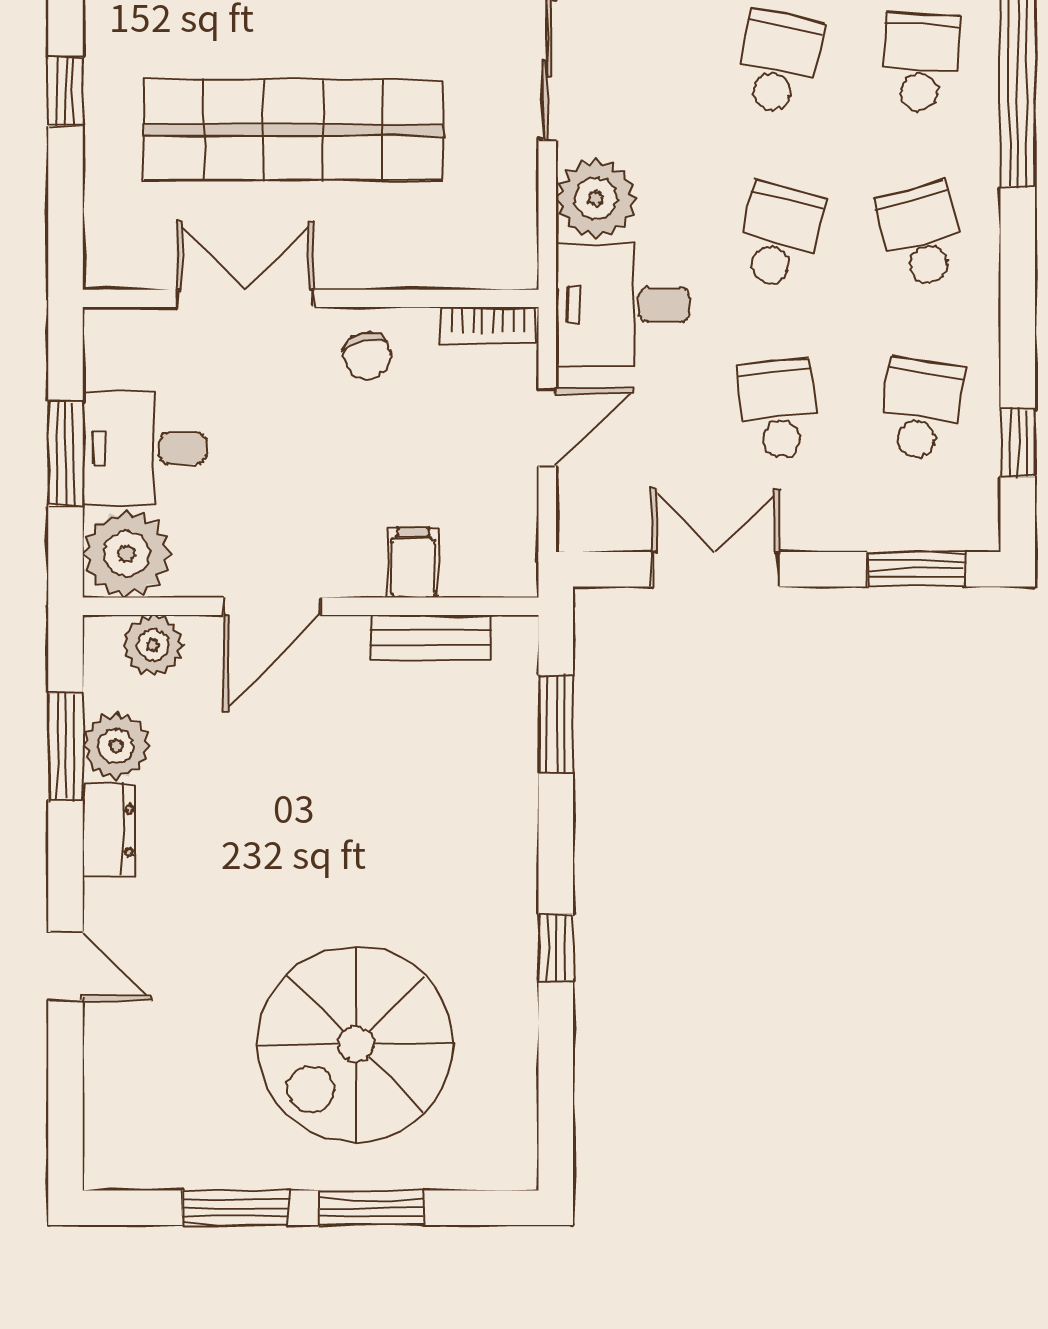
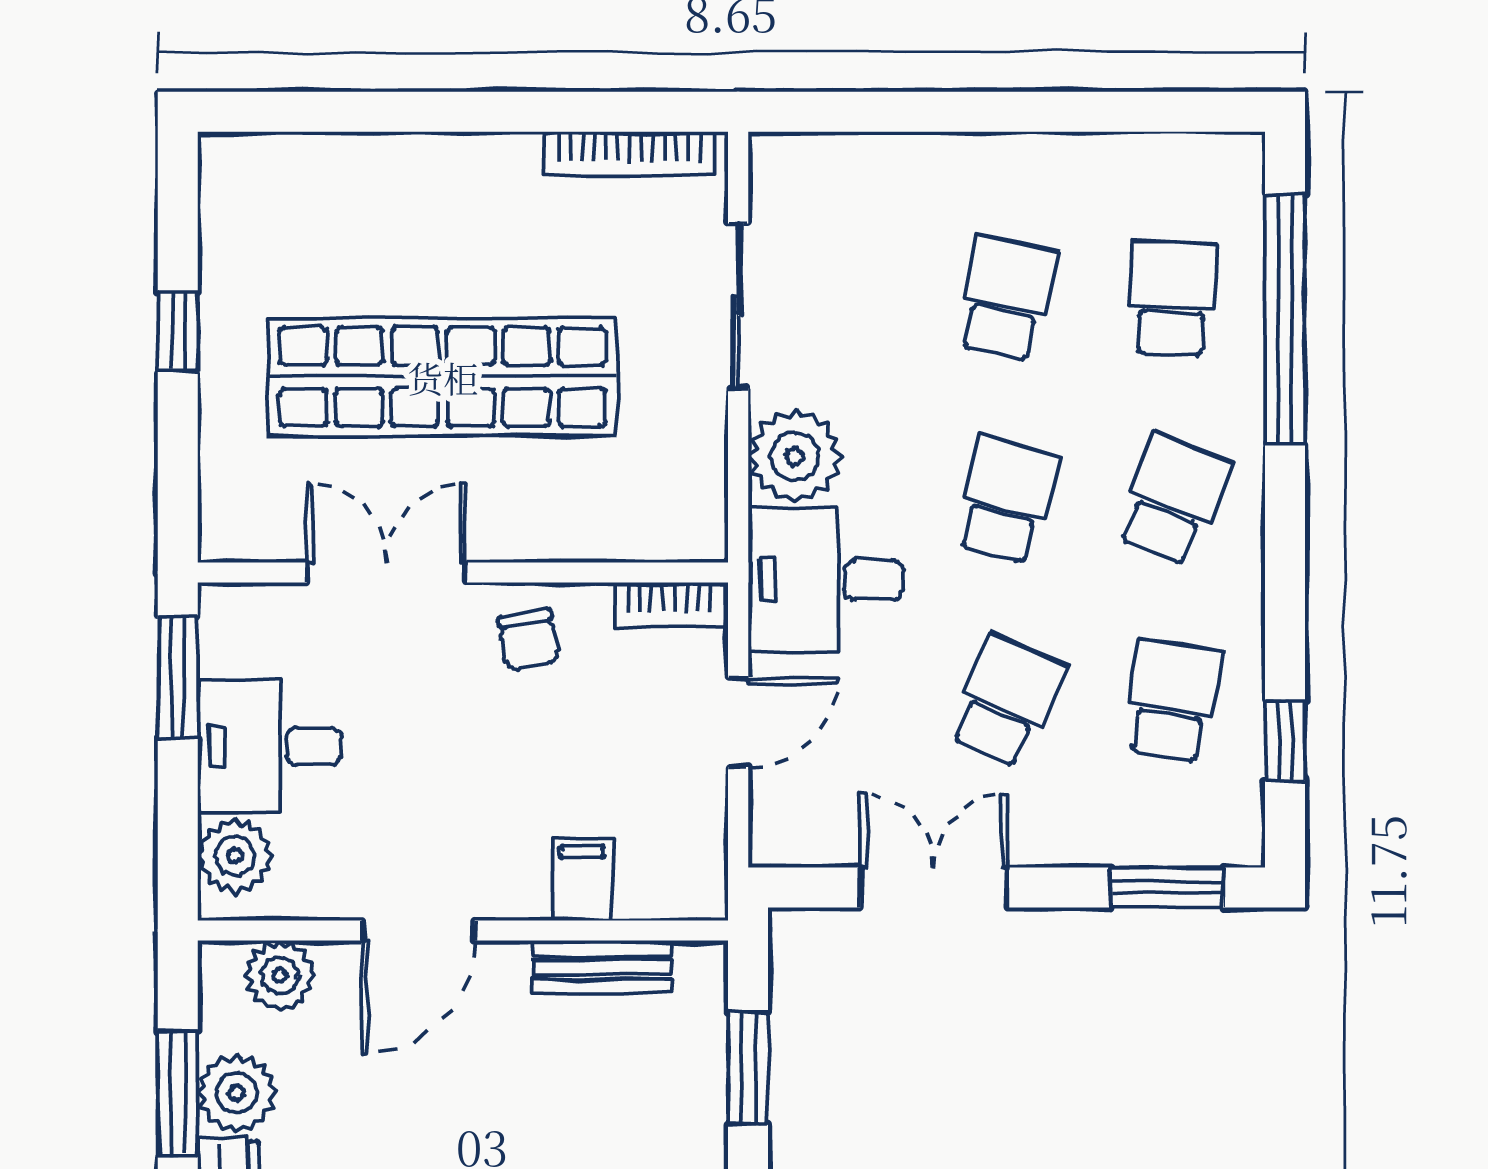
school desk: (921, 236) -> (1172, 500), turned 36
school desk: (778, 409) -> (1007, 701), turned 30
window: (66, 454) -> (178, 677), moved
plant: (126, 554) -> (235, 856), width x0.73, depth x0.73

